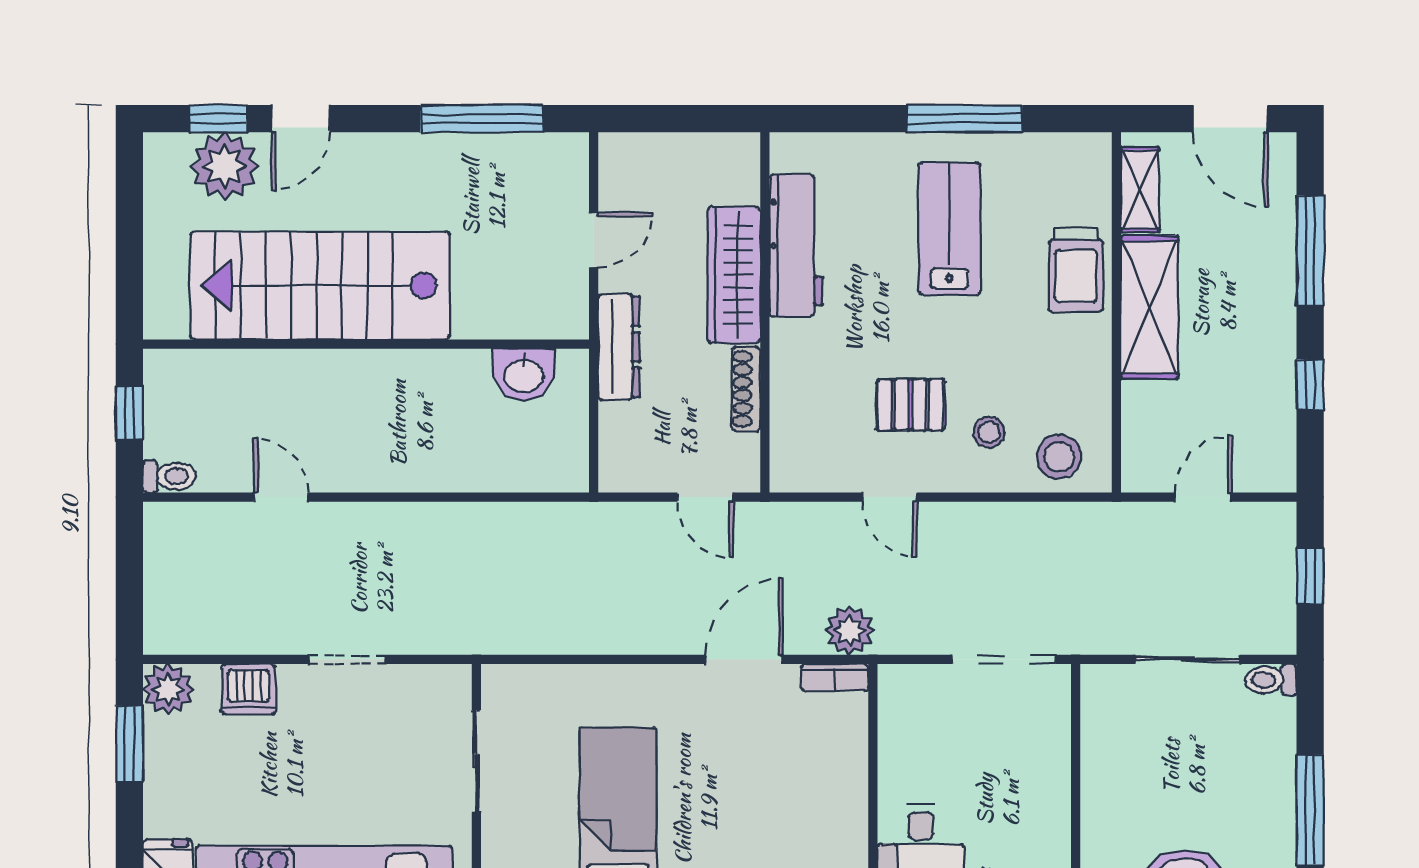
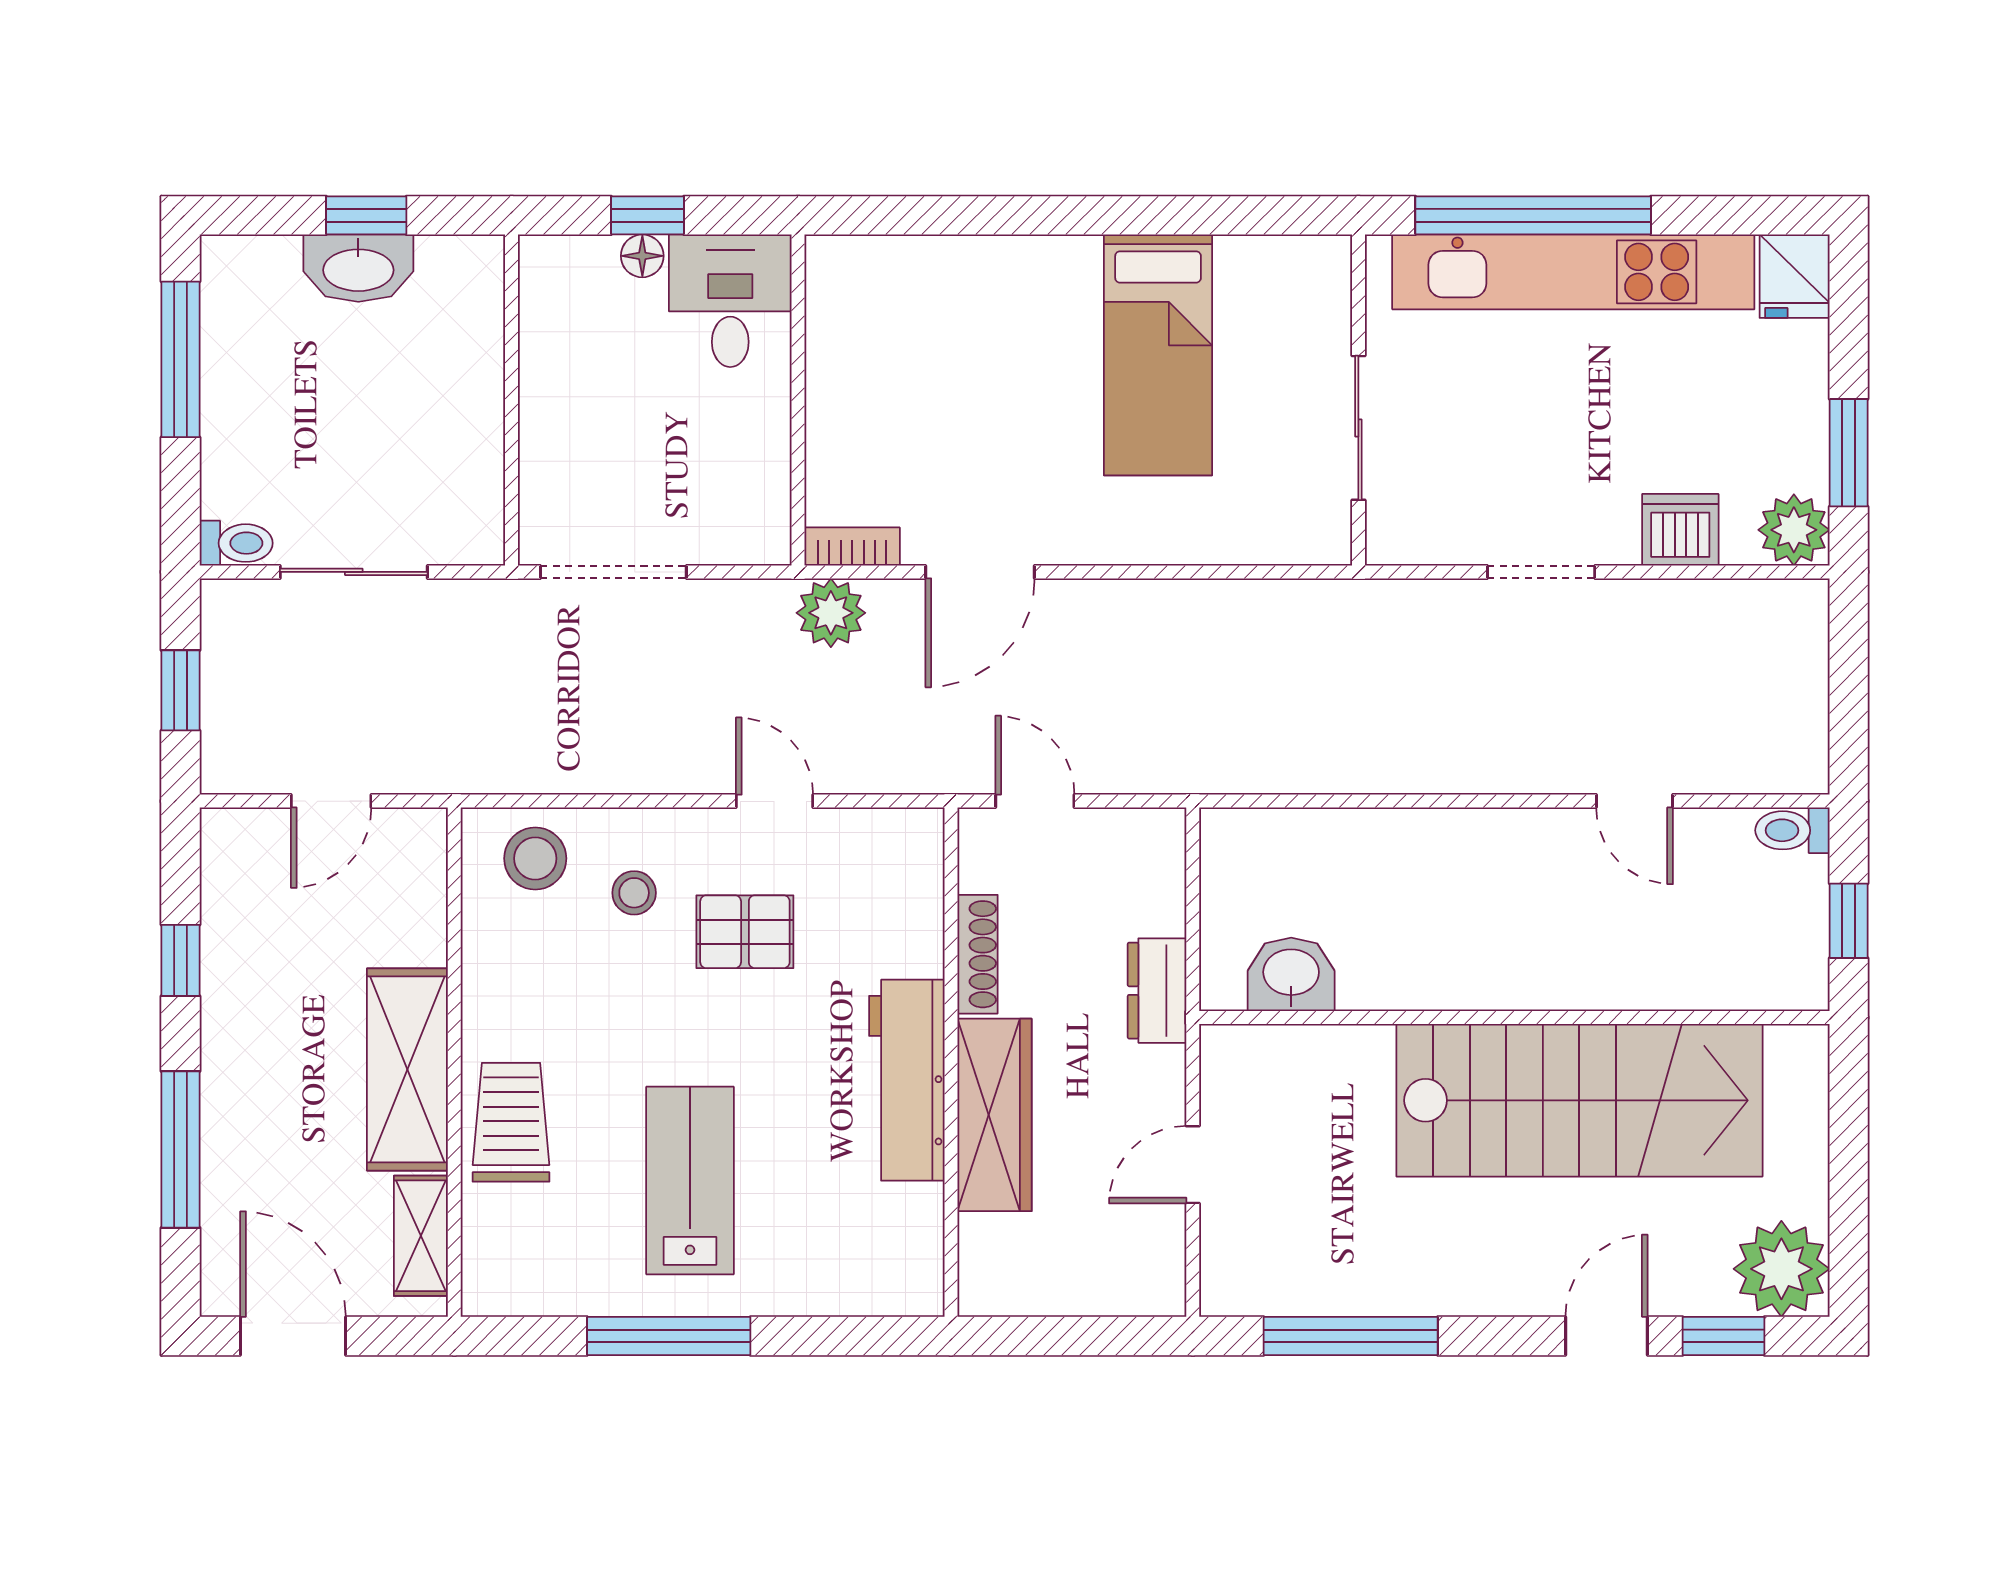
plant: (225, 166) -> (1781, 1269), moved
lab bench: (949, 229) -> (690, 1180), turned 180
workbench: (796, 245) -> (907, 1080), moved
dresser: (619, 347) -> (1157, 991), width x0.70

